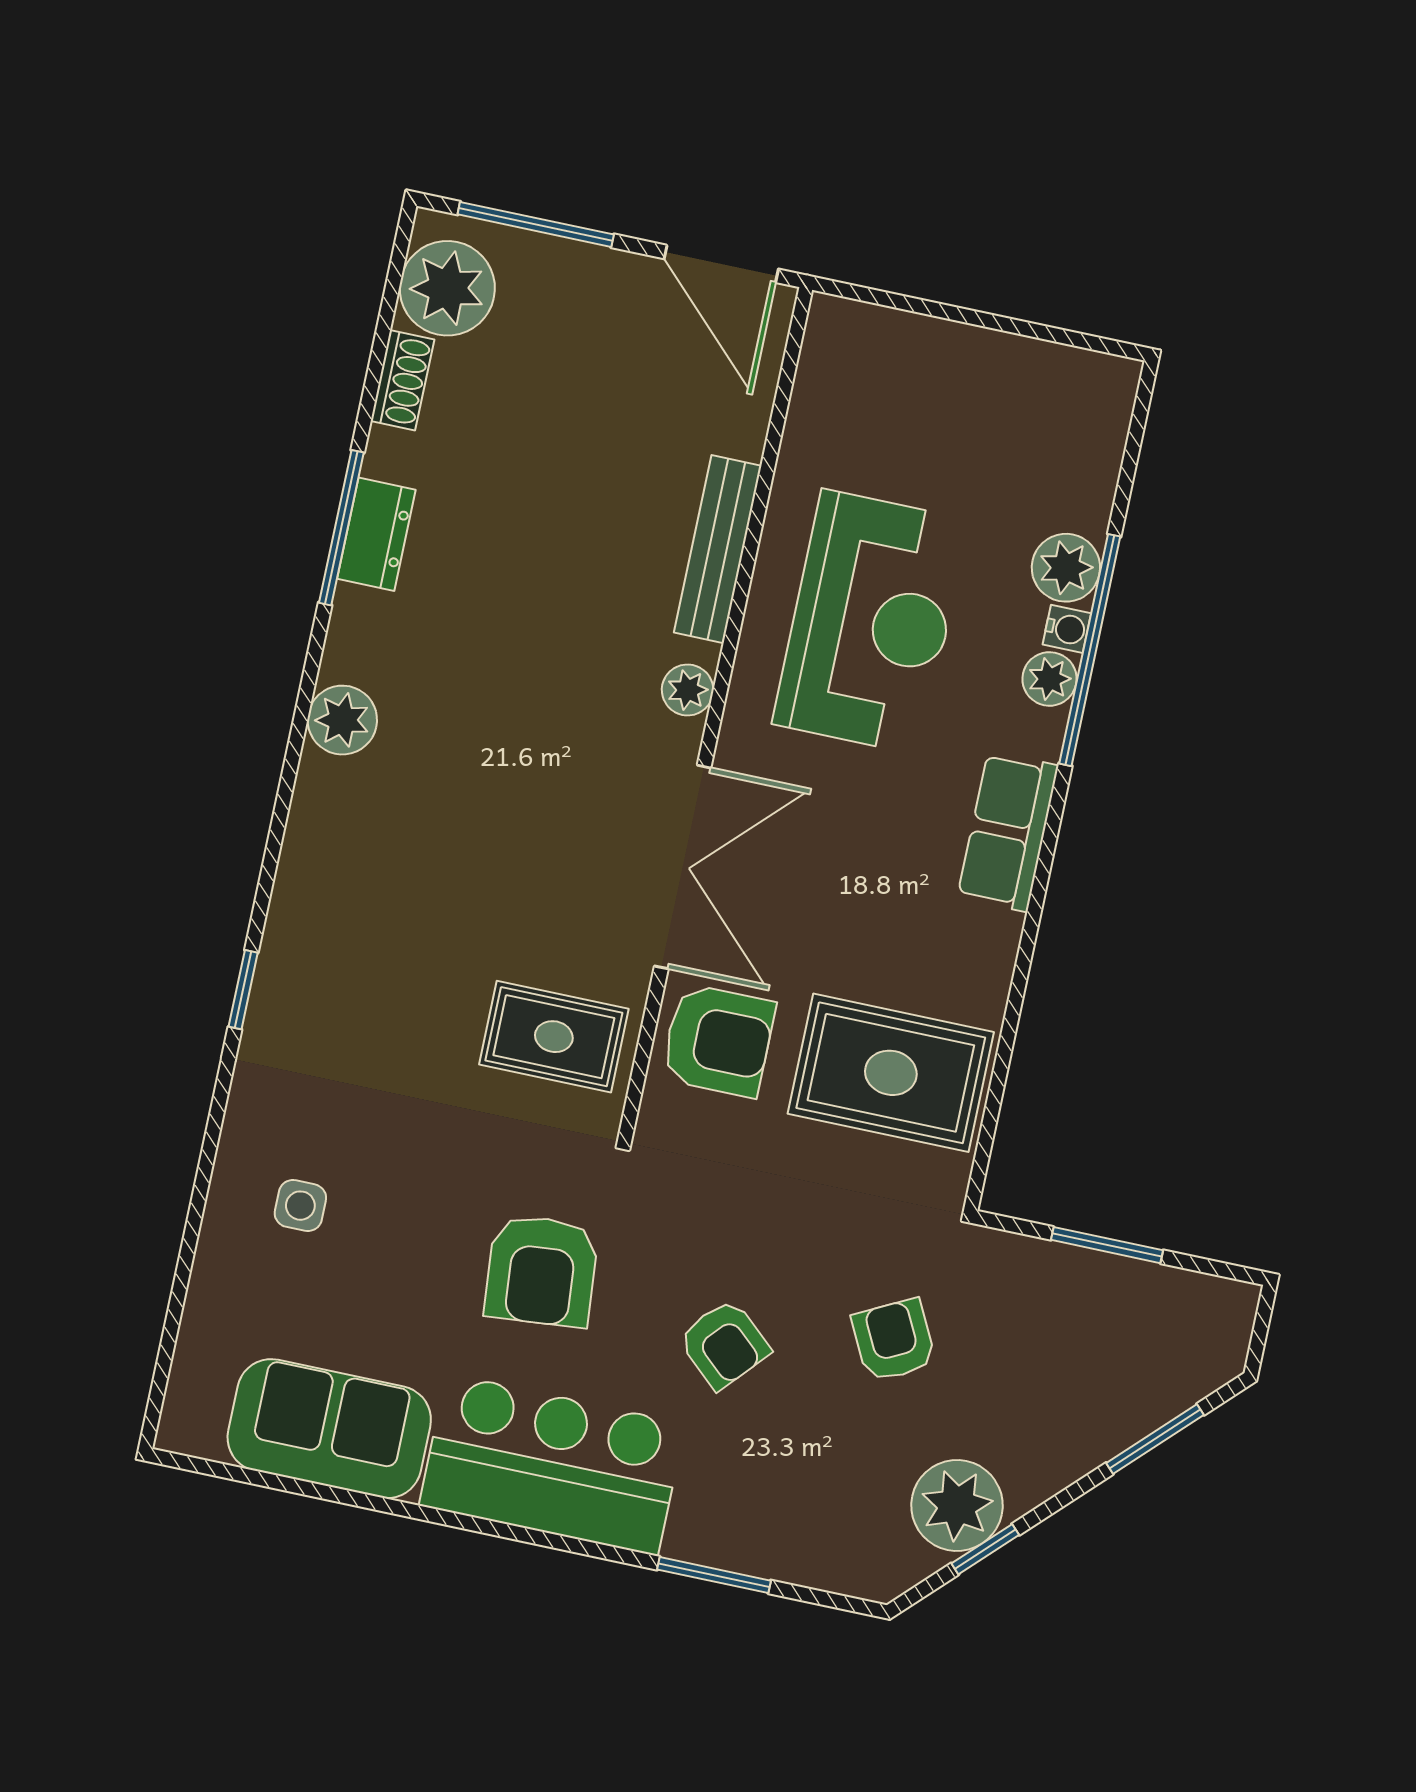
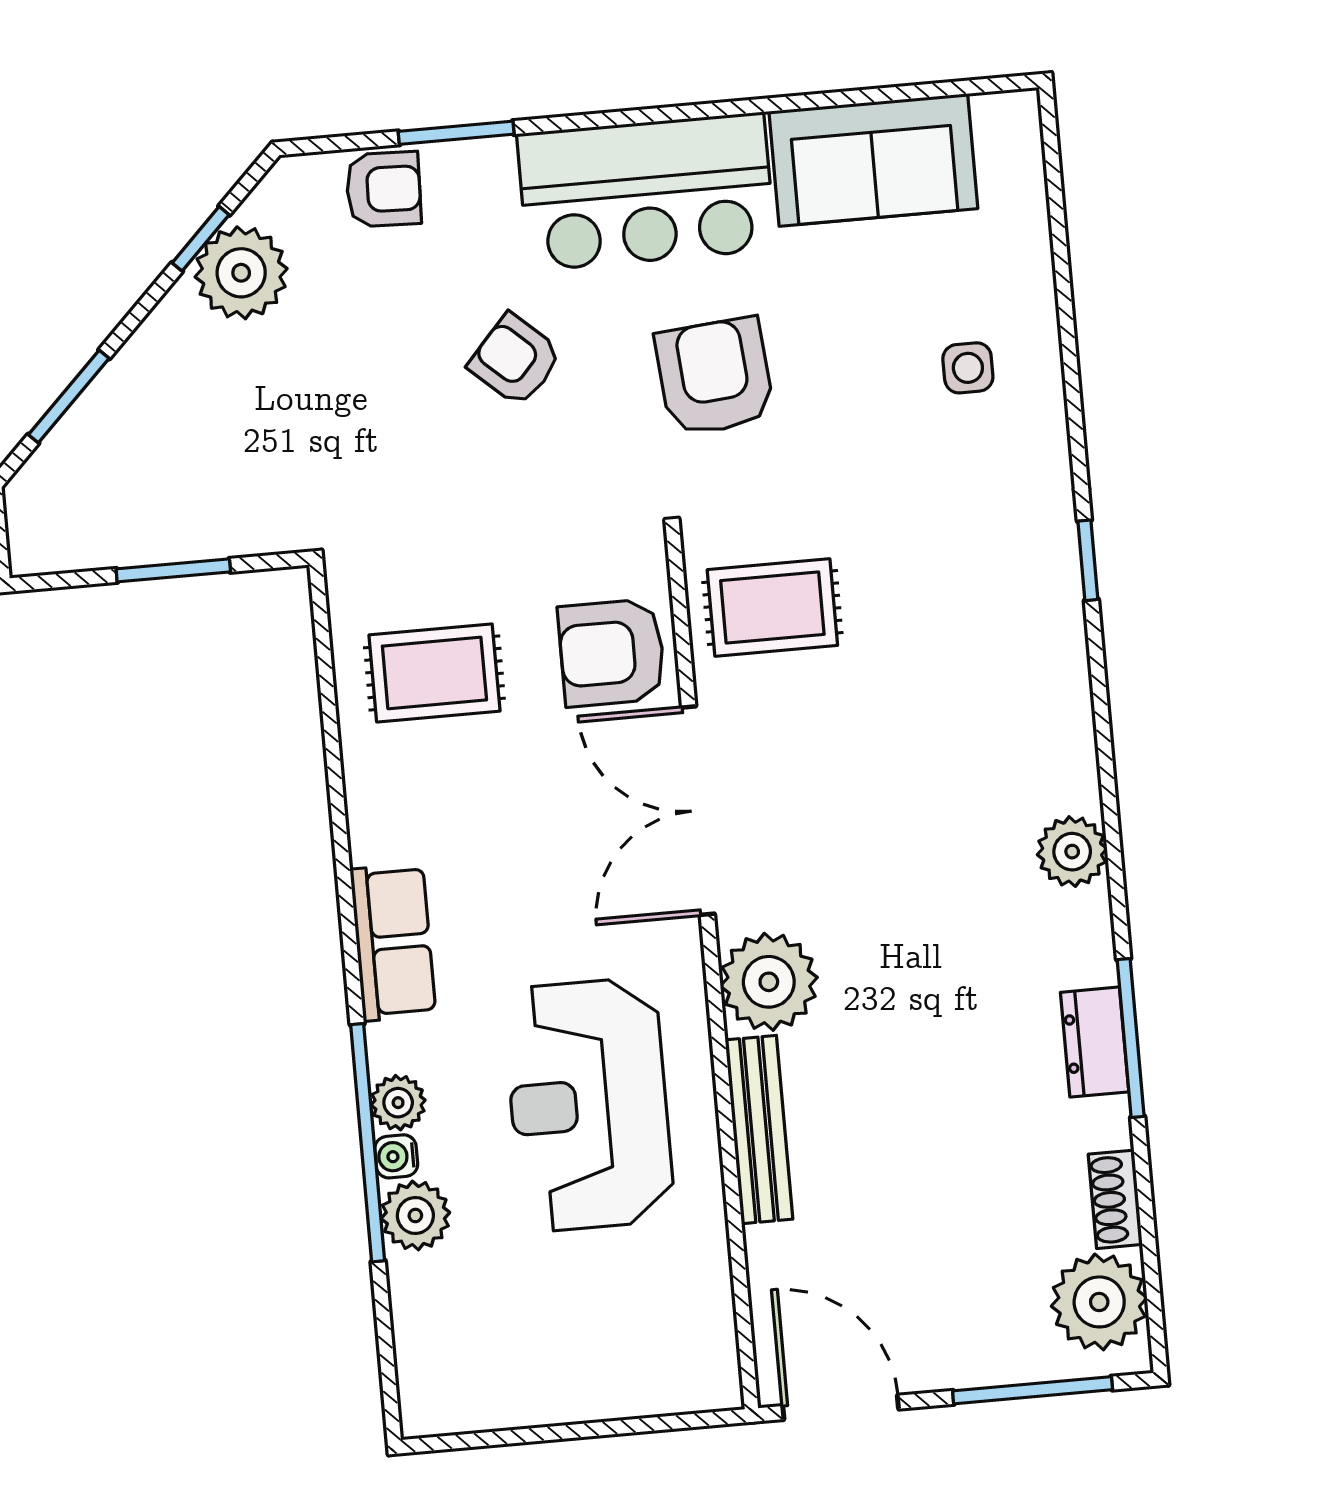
plant: (688, 690) -> (769, 982), width x1.87, depth x1.87
rug: (891, 1073) -> (434, 673), width x0.73, depth x0.70
armchair: (894, 1340) -> (383, 189), moved, turned -61

